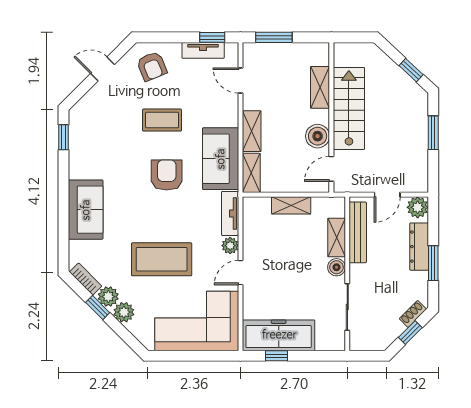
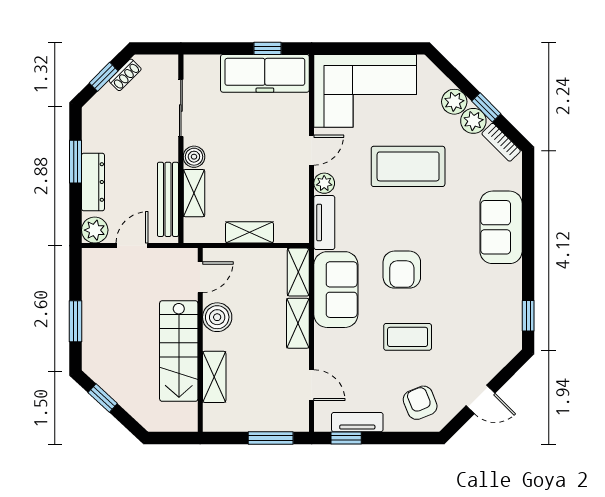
shoe rack: (413, 314) -> (125, 75), moved

